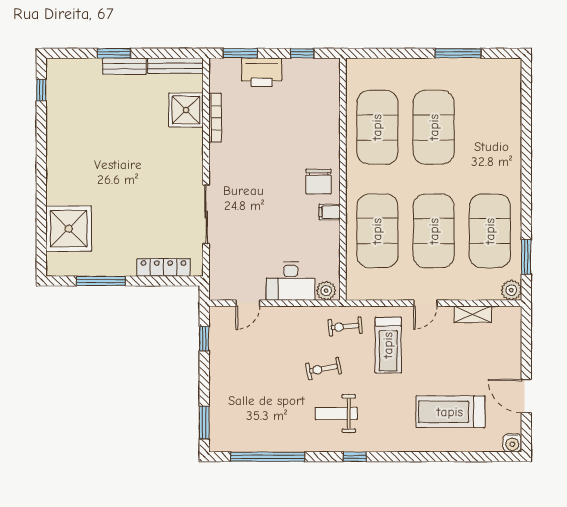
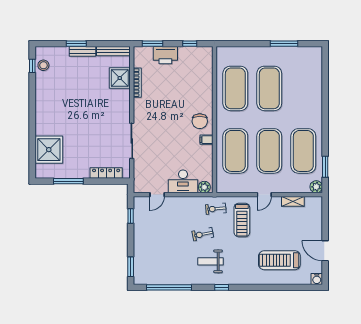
stool: (60, 89) -> (43, 65), added

